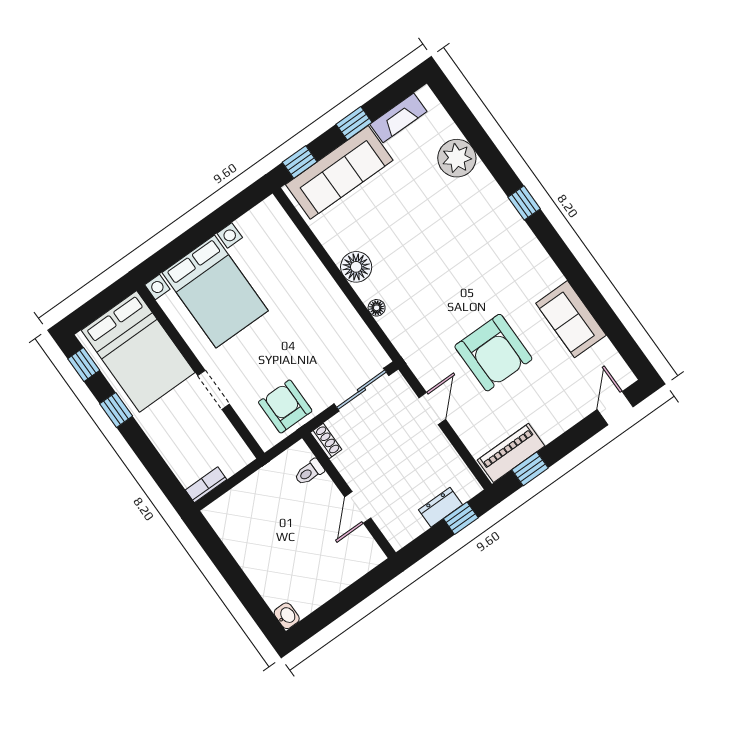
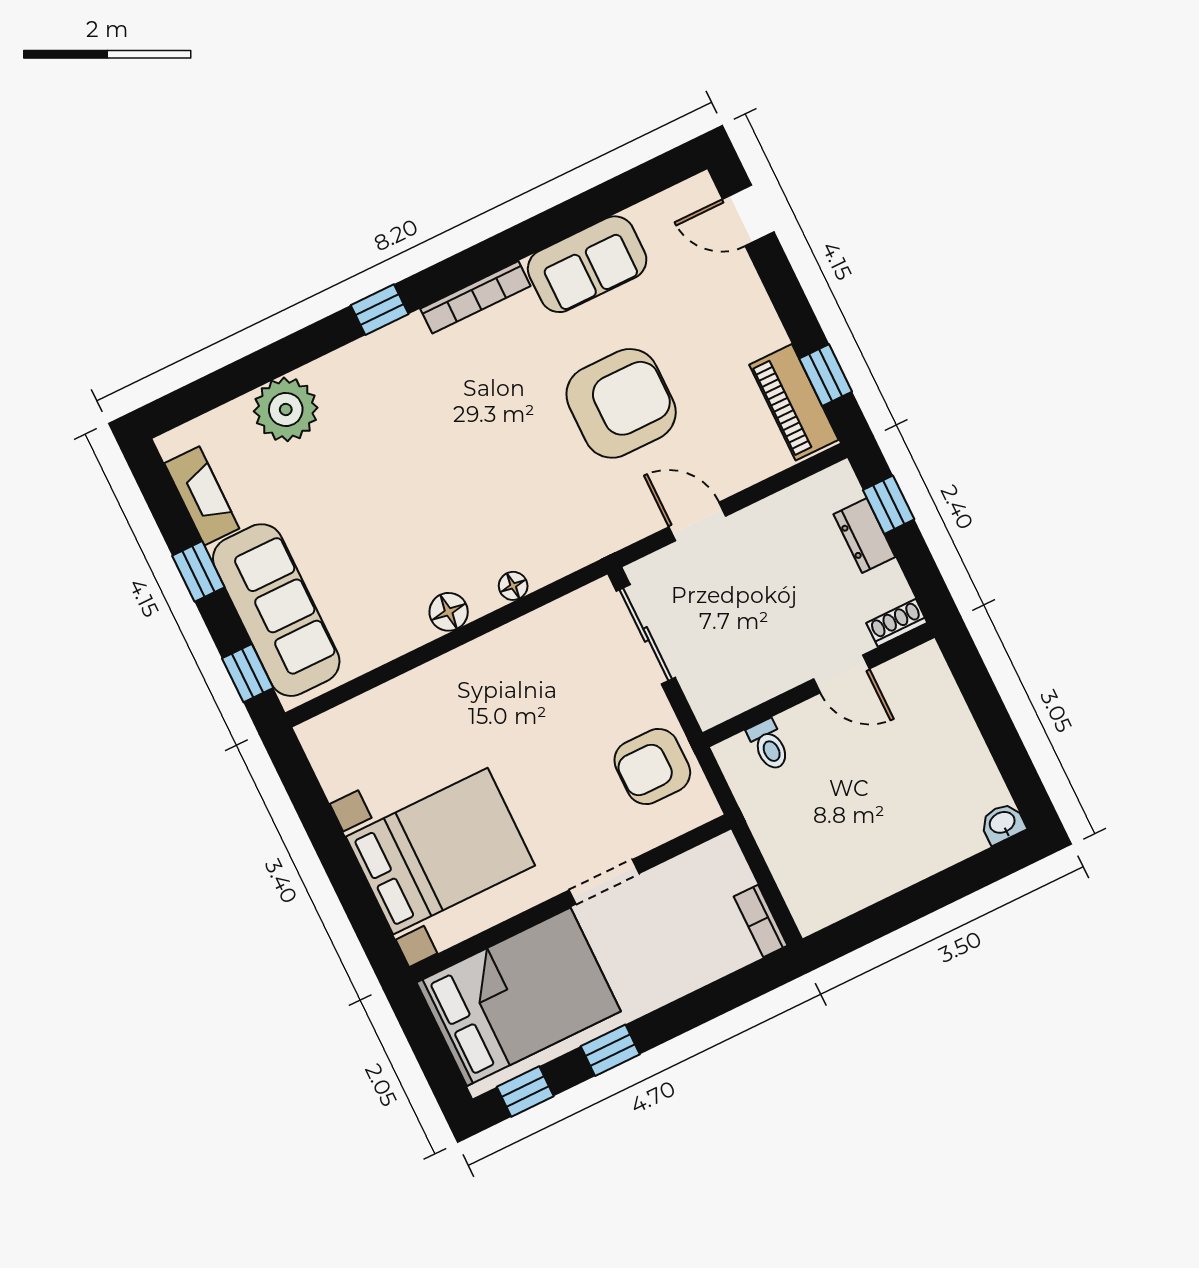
bookcase: (541, 257) -> (475, 297), added
floor lamp: (356, 267) -> (449, 612), width x0.73, depth x0.73
shoe rack: (326, 441) -> (897, 623), moved

